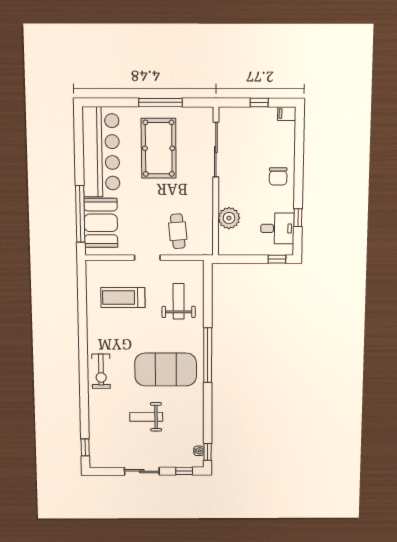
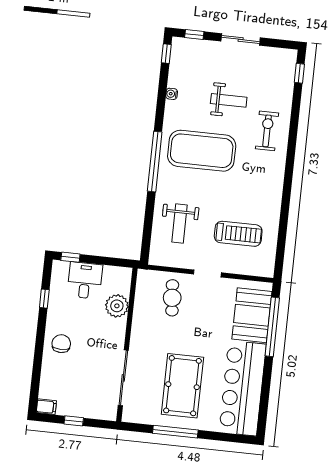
desk: (277, 228) -> (85, 280), moved, turned 90
exercise bike: (101, 371) -> (267, 131), moved
water cooler: (199, 451) -> (172, 94), moved

